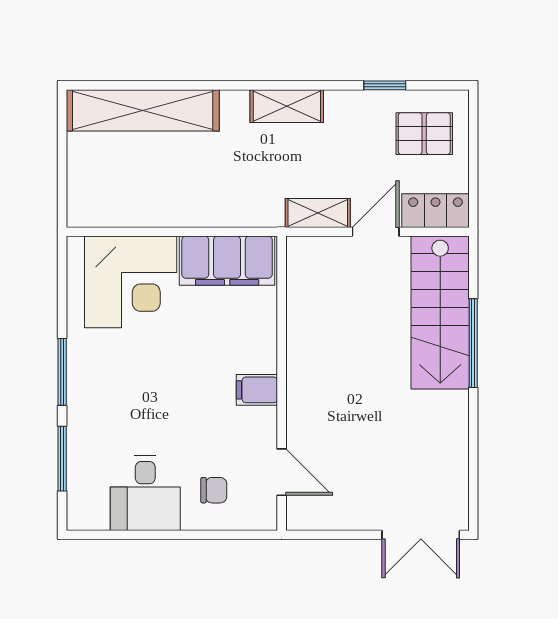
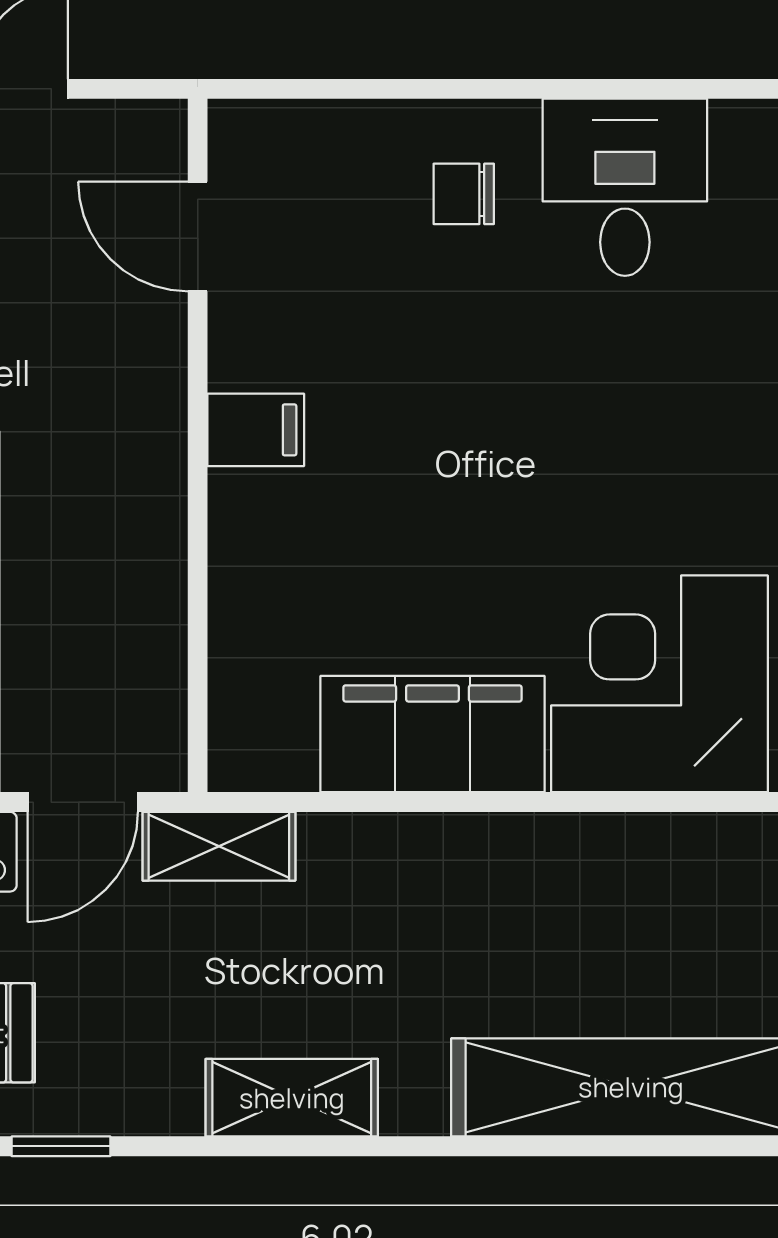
wall: (282, 383) -> (198, 445), moved
filing cabinet: (257, 390) -> (256, 430), moved
door: (282, 472) -> (198, 236), moved

